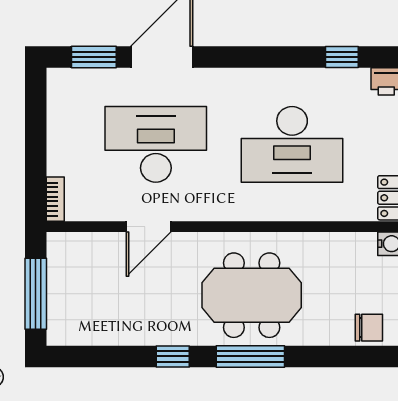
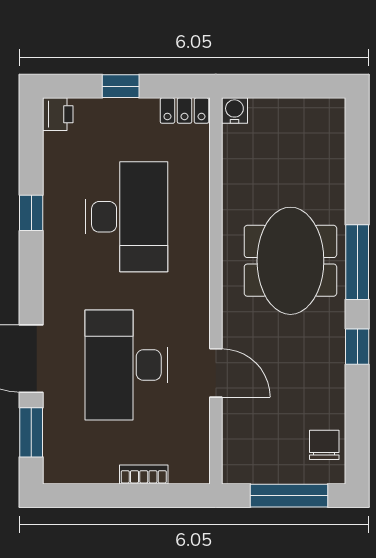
window: (342, 57) -> (31, 213), moved
bookcase: (55, 199) -> (144, 475), moved
chair: (369, 328) -> (324, 445), moved

